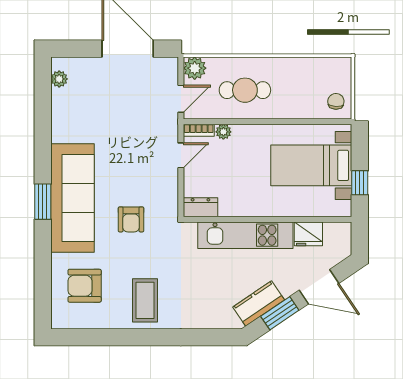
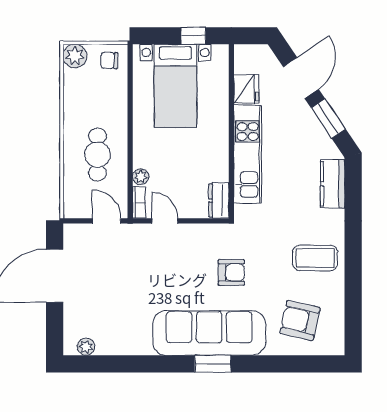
plant: (195, 68) -> (75, 56), moved
armchair: (85, 286) -> (300, 320), turned 103
kitchen counter: (259, 303) -> (333, 184), moved, turned 34

